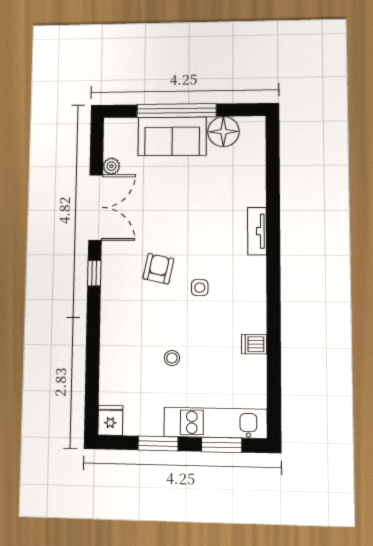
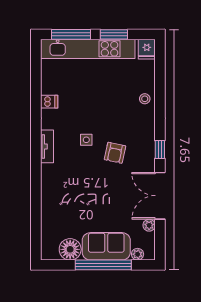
plant: (128, 126) -> (138, 254), added
tv unit: (257, 231) -> (47, 146), moved
stool: (172, 358) -> (145, 99), moved
kitchen unit: (215, 423) -> (88, 49), width x1.36
window: (222, 445) -> (71, 34), width x1.44

